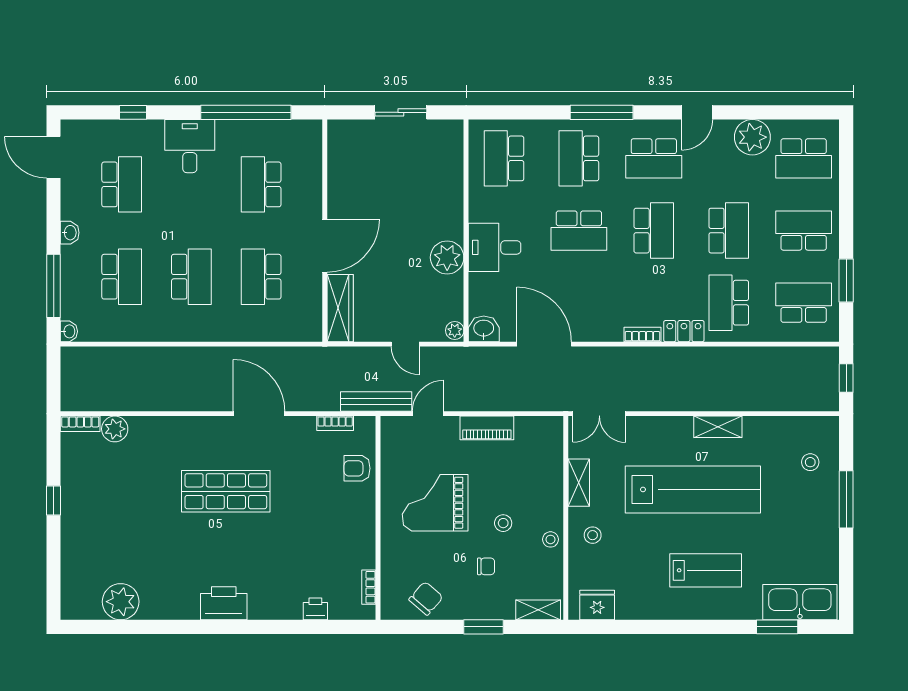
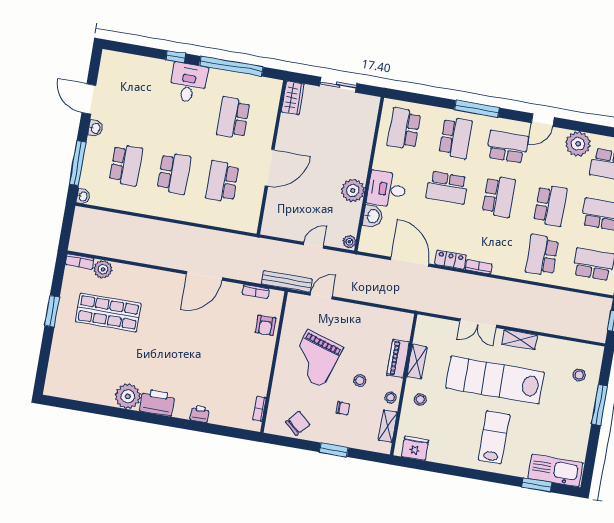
window: (133, 112) -> (176, 57), moved
door: (54, 157) -> (89, 99), moved
school desk: (579, 158) -> (456, 138), turned 180
school desk: (654, 158) -> (507, 147), turned 180
school desk: (122, 184) -> (137, 101), removed
wardrobe: (340, 308) -> (293, 98), moved, width x0.67
washbasin: (484, 329) -> (373, 216), moved, turned 90
locker: (684, 331) -> (450, 260), moved
door: (405, 344) -> (314, 245), swing flipped
door: (259, 414) -> (204, 276), swing flipped
double door: (599, 414) -> (478, 323), moved
piano: (487, 428) -> (398, 359), moved, turned 90
armchair: (357, 468) -> (266, 325), turned -90
lab bench: (693, 489) -> (495, 380), turned 180
shop shelf: (226, 491) -> (108, 312), moved
window: (54, 500) -> (52, 311), width x1.50
grand piano: (435, 503) -> (315, 358), turned -72
lab bench: (706, 570) -> (494, 437), turned -90
plant: (121, 602) -> (128, 396), moved
printer: (315, 609) -> (200, 414), moved
shelving: (538, 610) -> (388, 426), moved, turned 90

